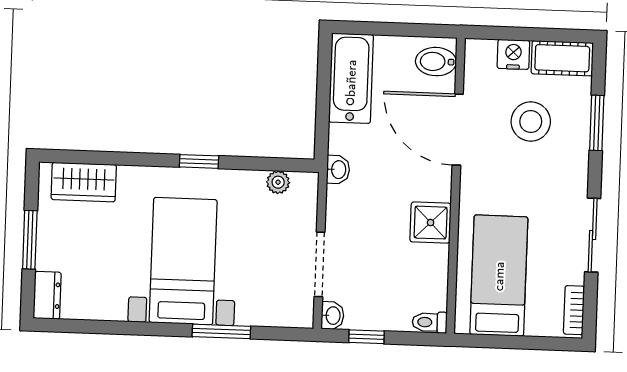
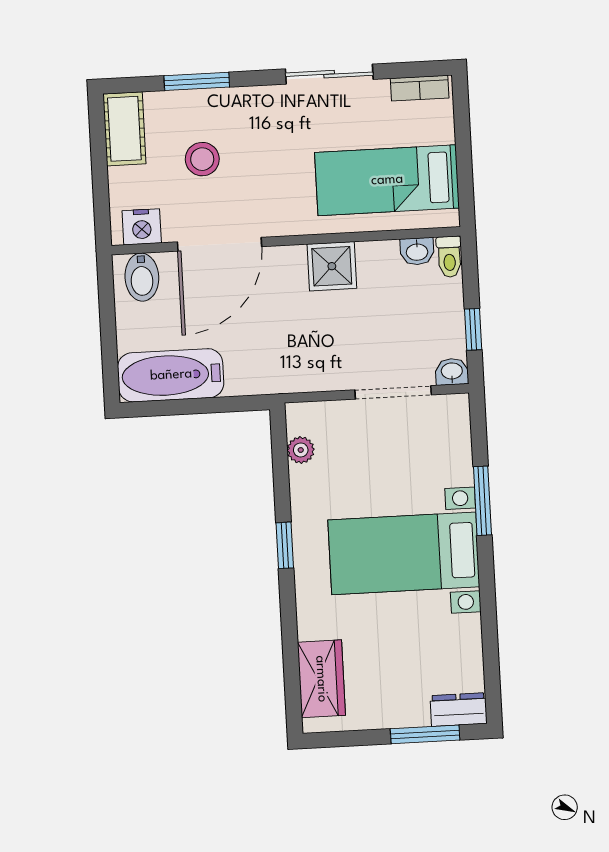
nightstand: (513, 54) -> (142, 227), moved, turned -90
stool: (531, 122) -> (202, 159), width x0.73, depth x0.73
washbasin: (338, 170) -> (417, 251), moved, turned 180
window: (30, 240) -> (425, 734), moved

